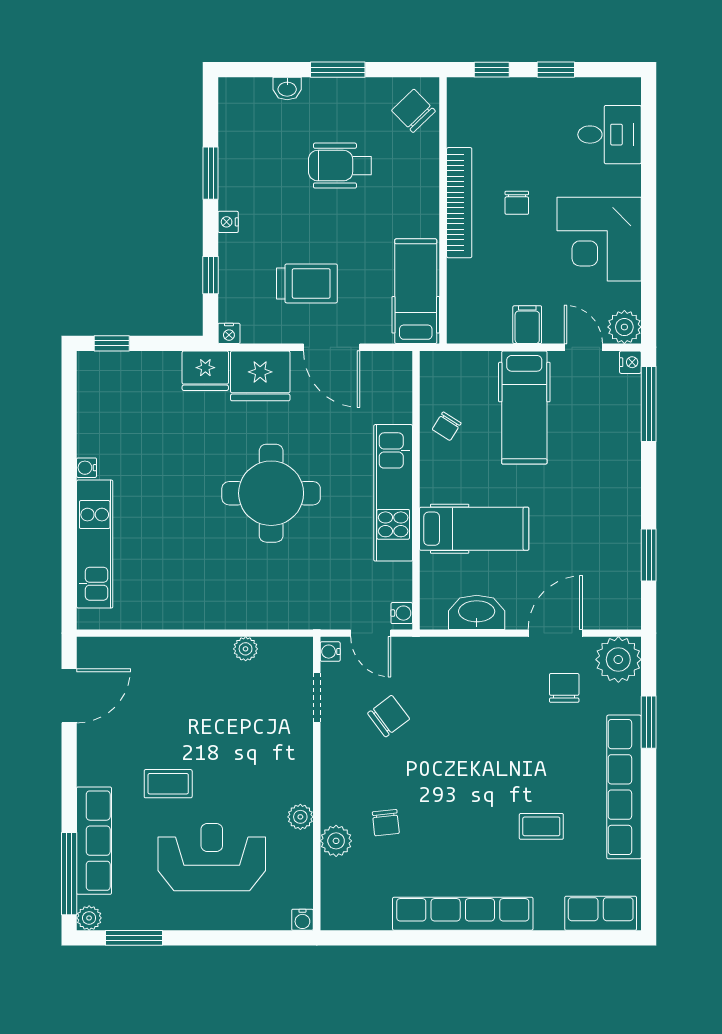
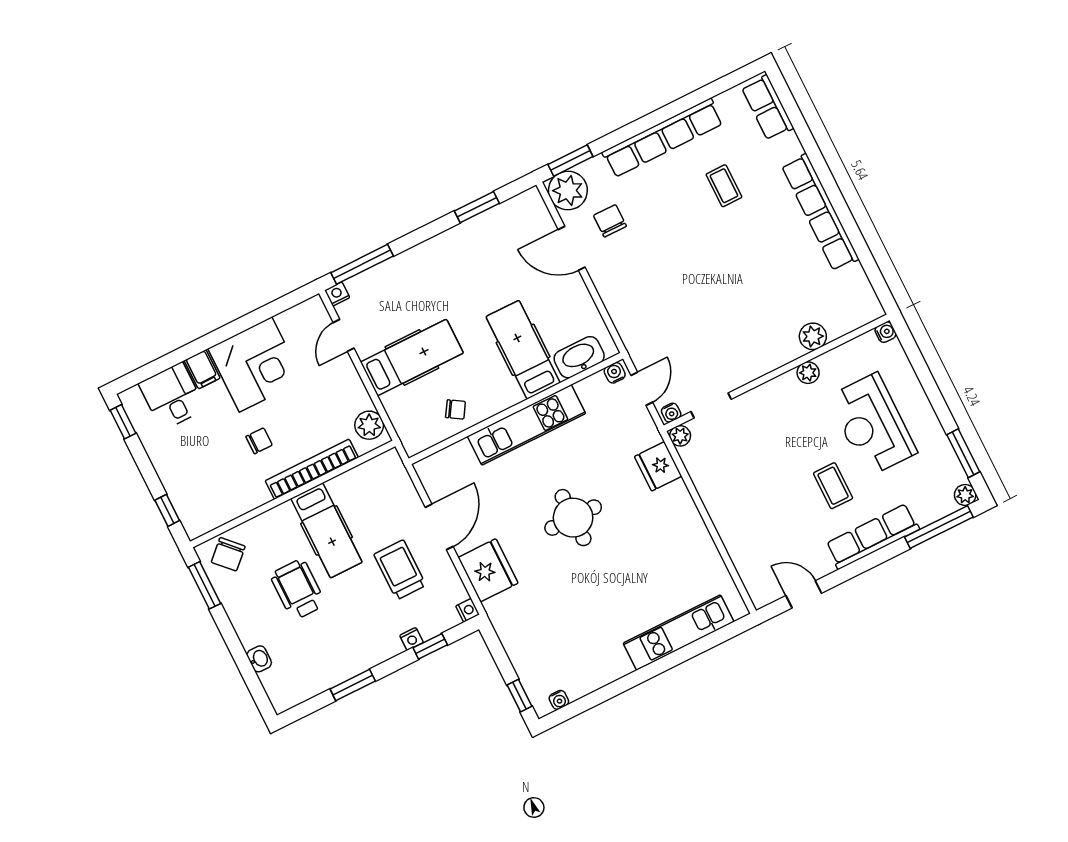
window: (338, 70) -> (205, 585), moved
window: (556, 70) -> (123, 422), moved
wheelchair: (340, 166) -> (298, 589), turned 180
bookcase: (459, 203) -> (312, 469), moved
nightstand: (228, 222) -> (412, 639), moved
hospital bed: (416, 291) -> (327, 530), moved, turned -90
filing cabinet: (527, 325) -> (202, 369), moved, turned -90
plant: (624, 327) -> (369, 425), moved
fridge: (205, 371) -> (658, 466), moved, turned 180
water cooler: (87, 468) -> (559, 700), moved
round table: (271, 493) -> (573, 518), width x0.73, depth x0.73
washbasin: (477, 612) -> (579, 357), moved, turned 90
plant: (246, 649) -> (680, 436), moved
chair: (564, 688) -> (610, 221), turned 90
door: (69, 696) -> (804, 594), width x0.73
chair: (389, 716) -> (698, 344), removed
window: (649, 722) -> (570, 160), moved
chair: (386, 823) -> (780, 305), removed
row of seats: (94, 841) -> (872, 536), moved

